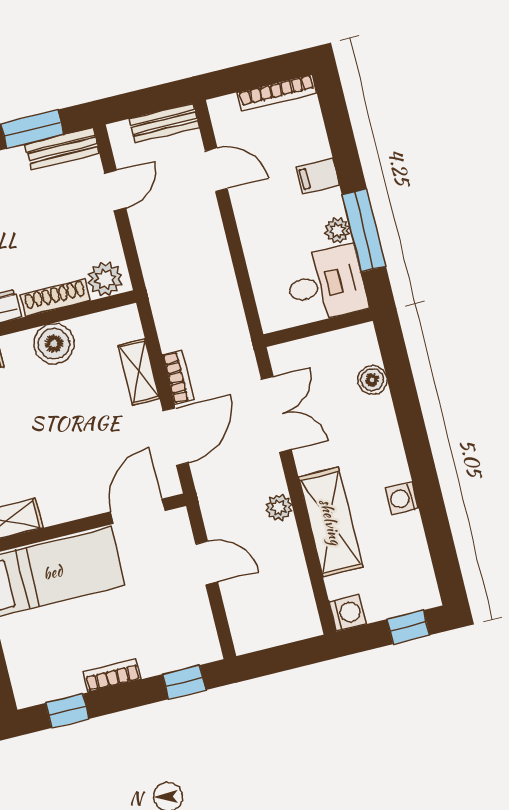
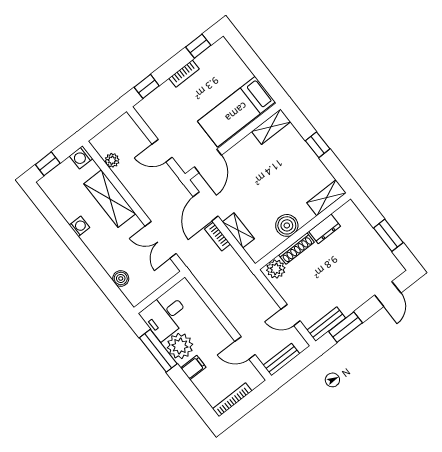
door: (115, 191) -> (291, 315), hinge flipped
plant: (337, 230) -> (180, 346), width x1.88, depth x1.88
plant: (279, 507) -> (112, 160), moved

